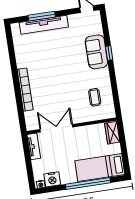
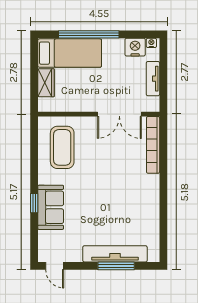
bookcase: (25, 90) -> (153, 145), moved
coffee table: (95, 97) -> (62, 147), width x1.86, depth x1.72
wardrobe: (112, 133) -> (46, 83), moved
tv unit: (34, 146) -> (153, 79), moved

